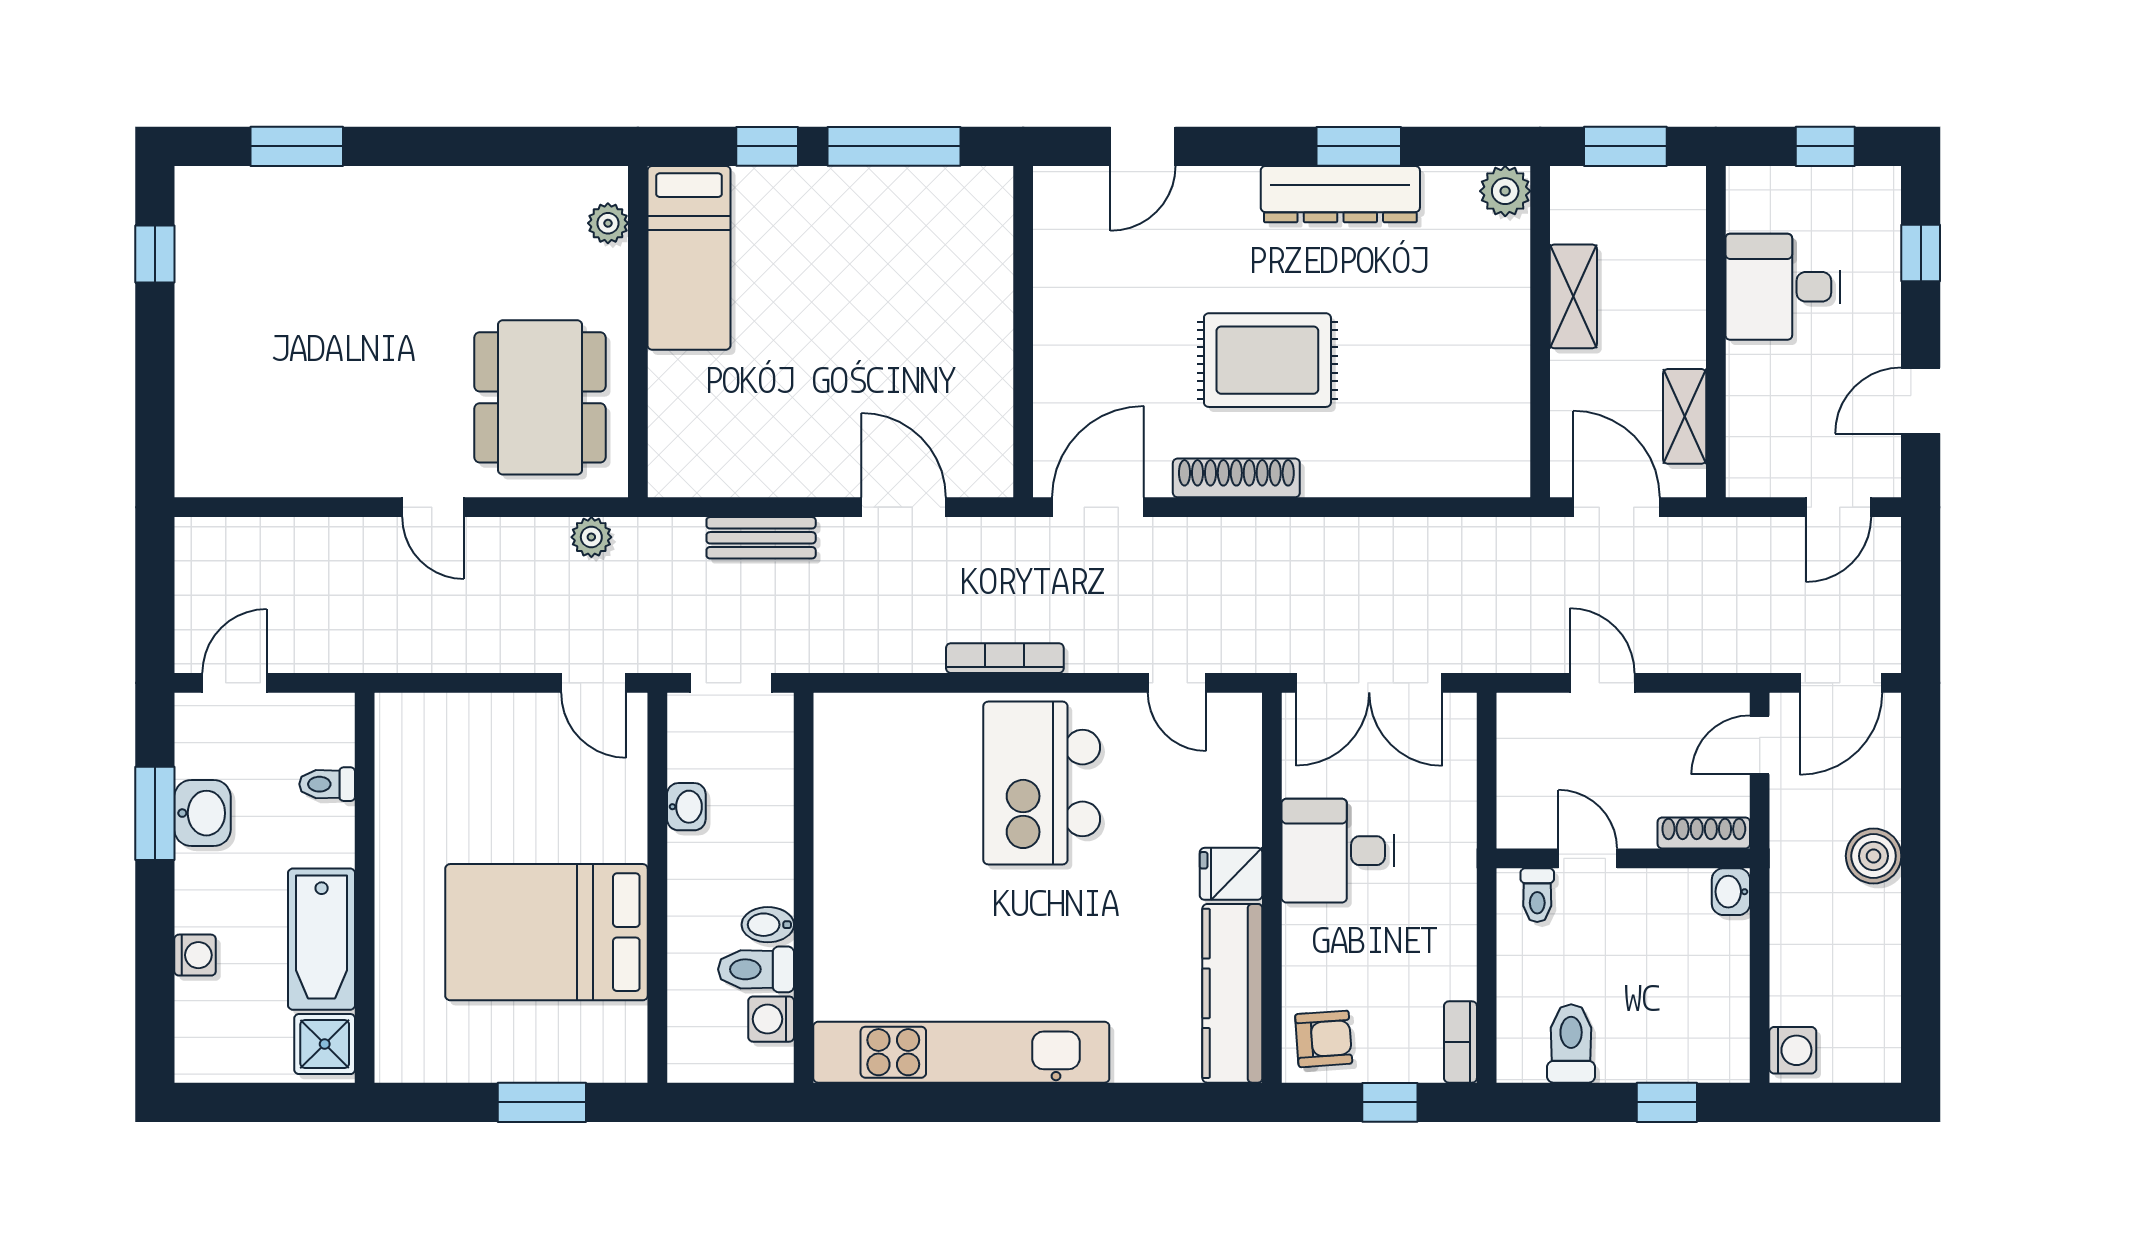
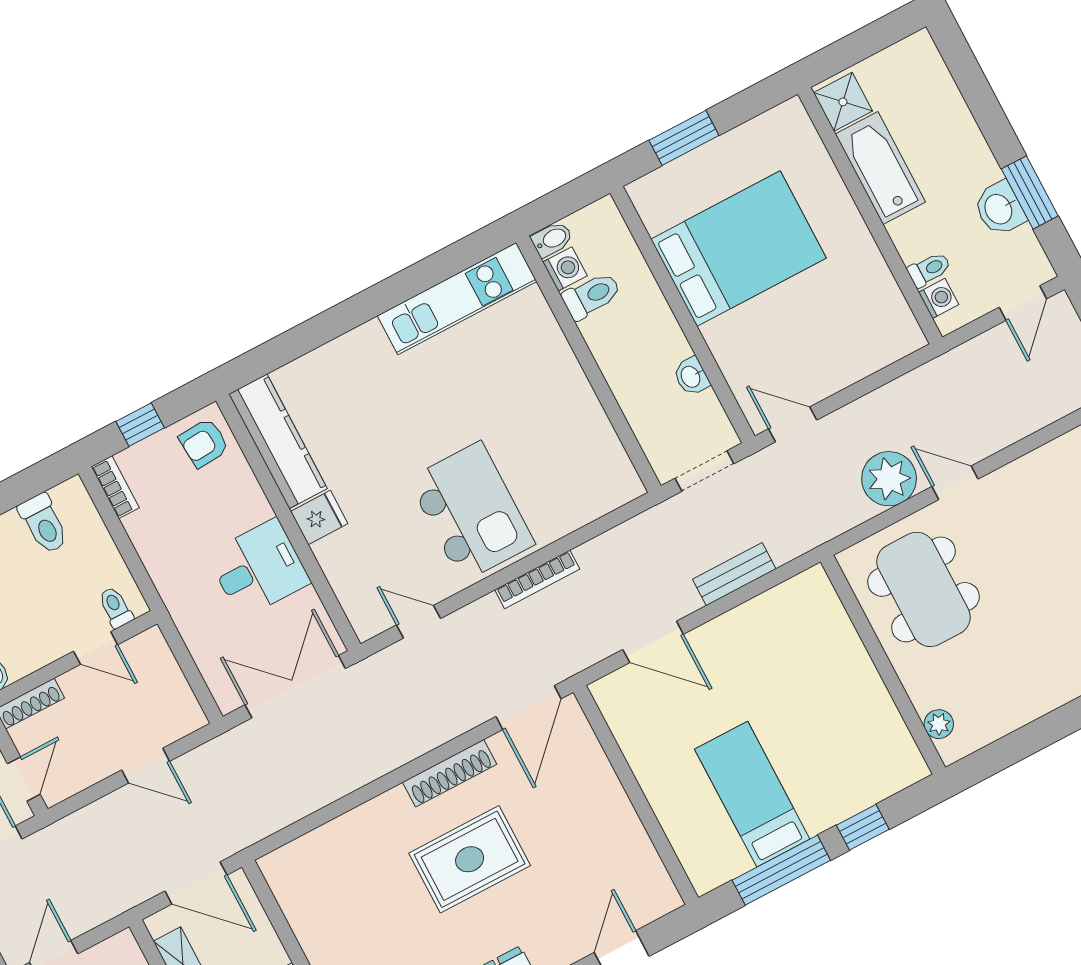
bed: (689, 258) -> (752, 794), moved
plant: (591, 537) -> (889, 479), moved, width x1.87, depth x1.87
bidet: (768, 925) -> (552, 239), moved
washing machine: (195, 955) -> (939, 298), moved, turned 180
kitchen unit: (961, 1052) -> (457, 299), width x0.73

